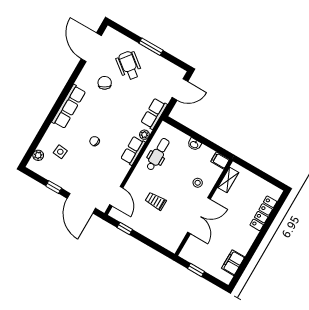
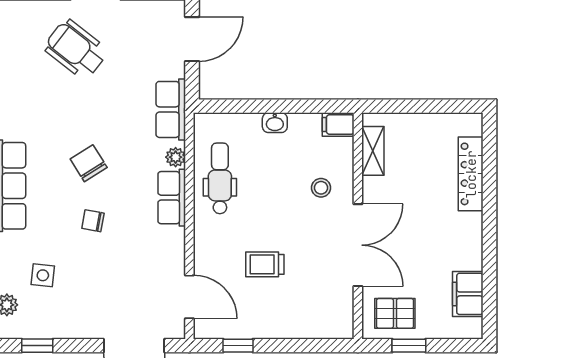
chair: (105, 83) -> (89, 163), moved
window: (54, 187) -> (37, 346), moved
pallet: (198, 253) -> (395, 313), added

